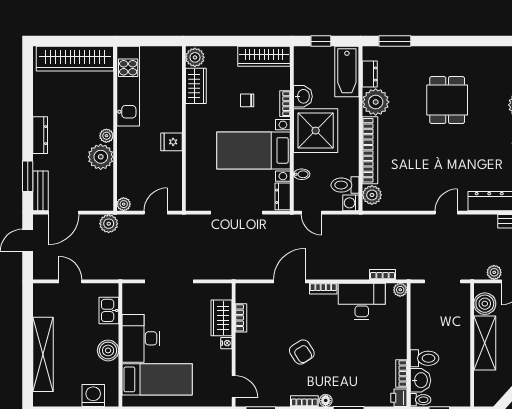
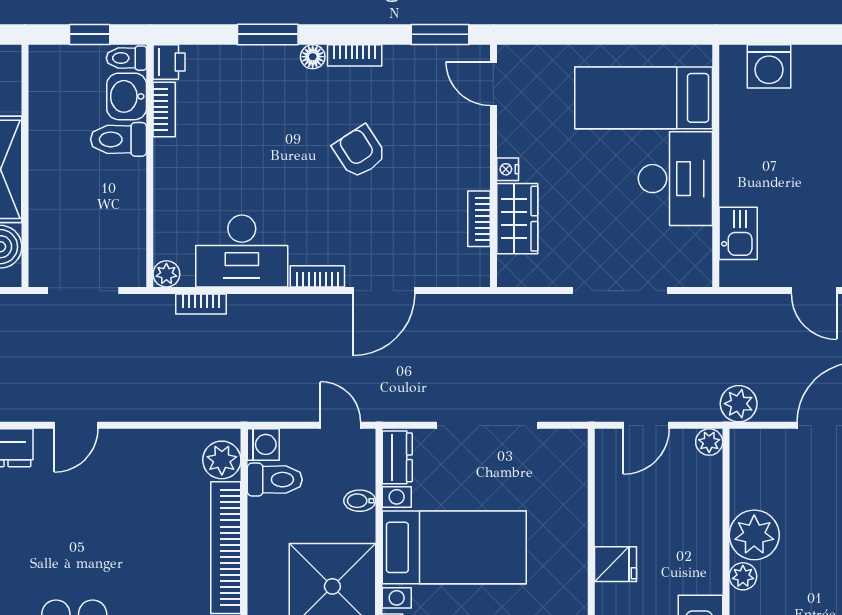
boiler: (108, 350) -> (740, 155), removed

